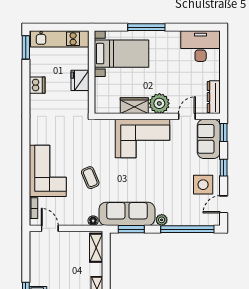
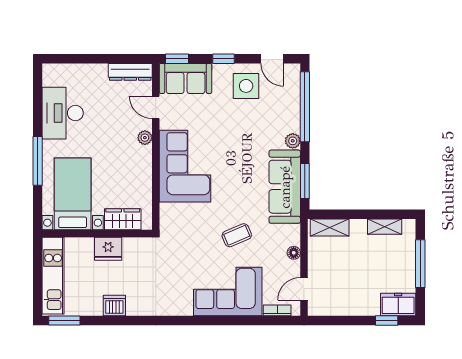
desk: (201, 46) -> (63, 113), moved
plant: (159, 103) -> (145, 138), width x0.53, depth x0.53
wardrobe: (134, 106) -> (123, 219), moved, turned 90
floor lamp: (93, 221) -> (294, 253), moved

